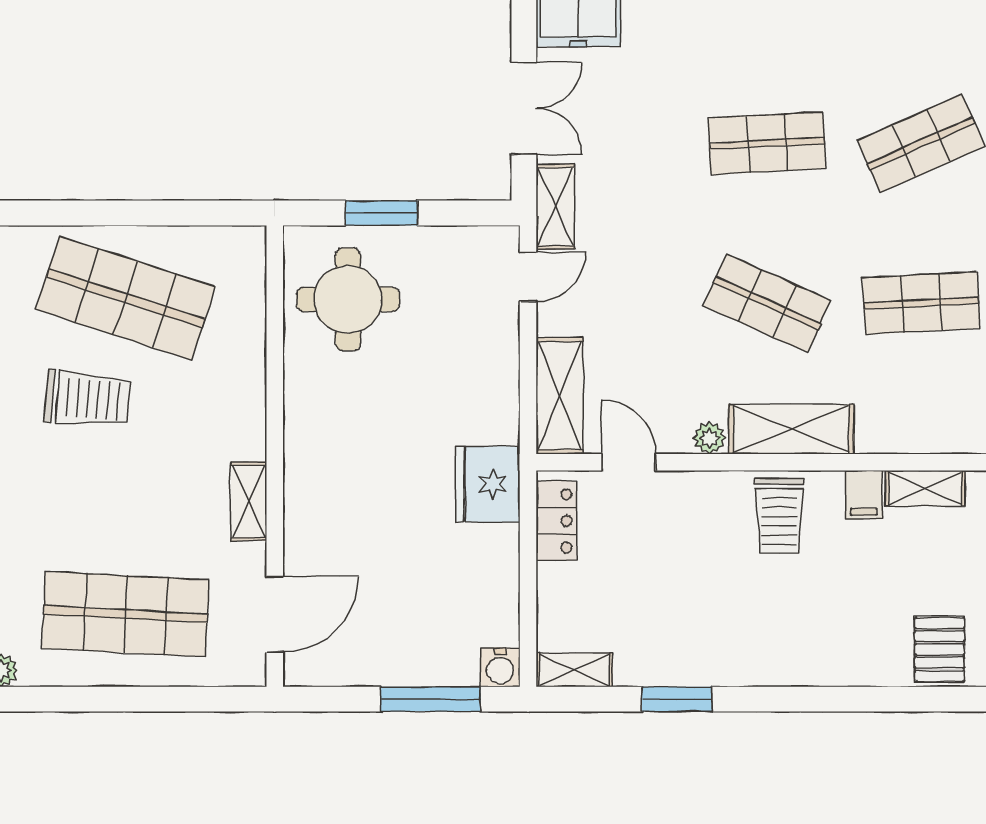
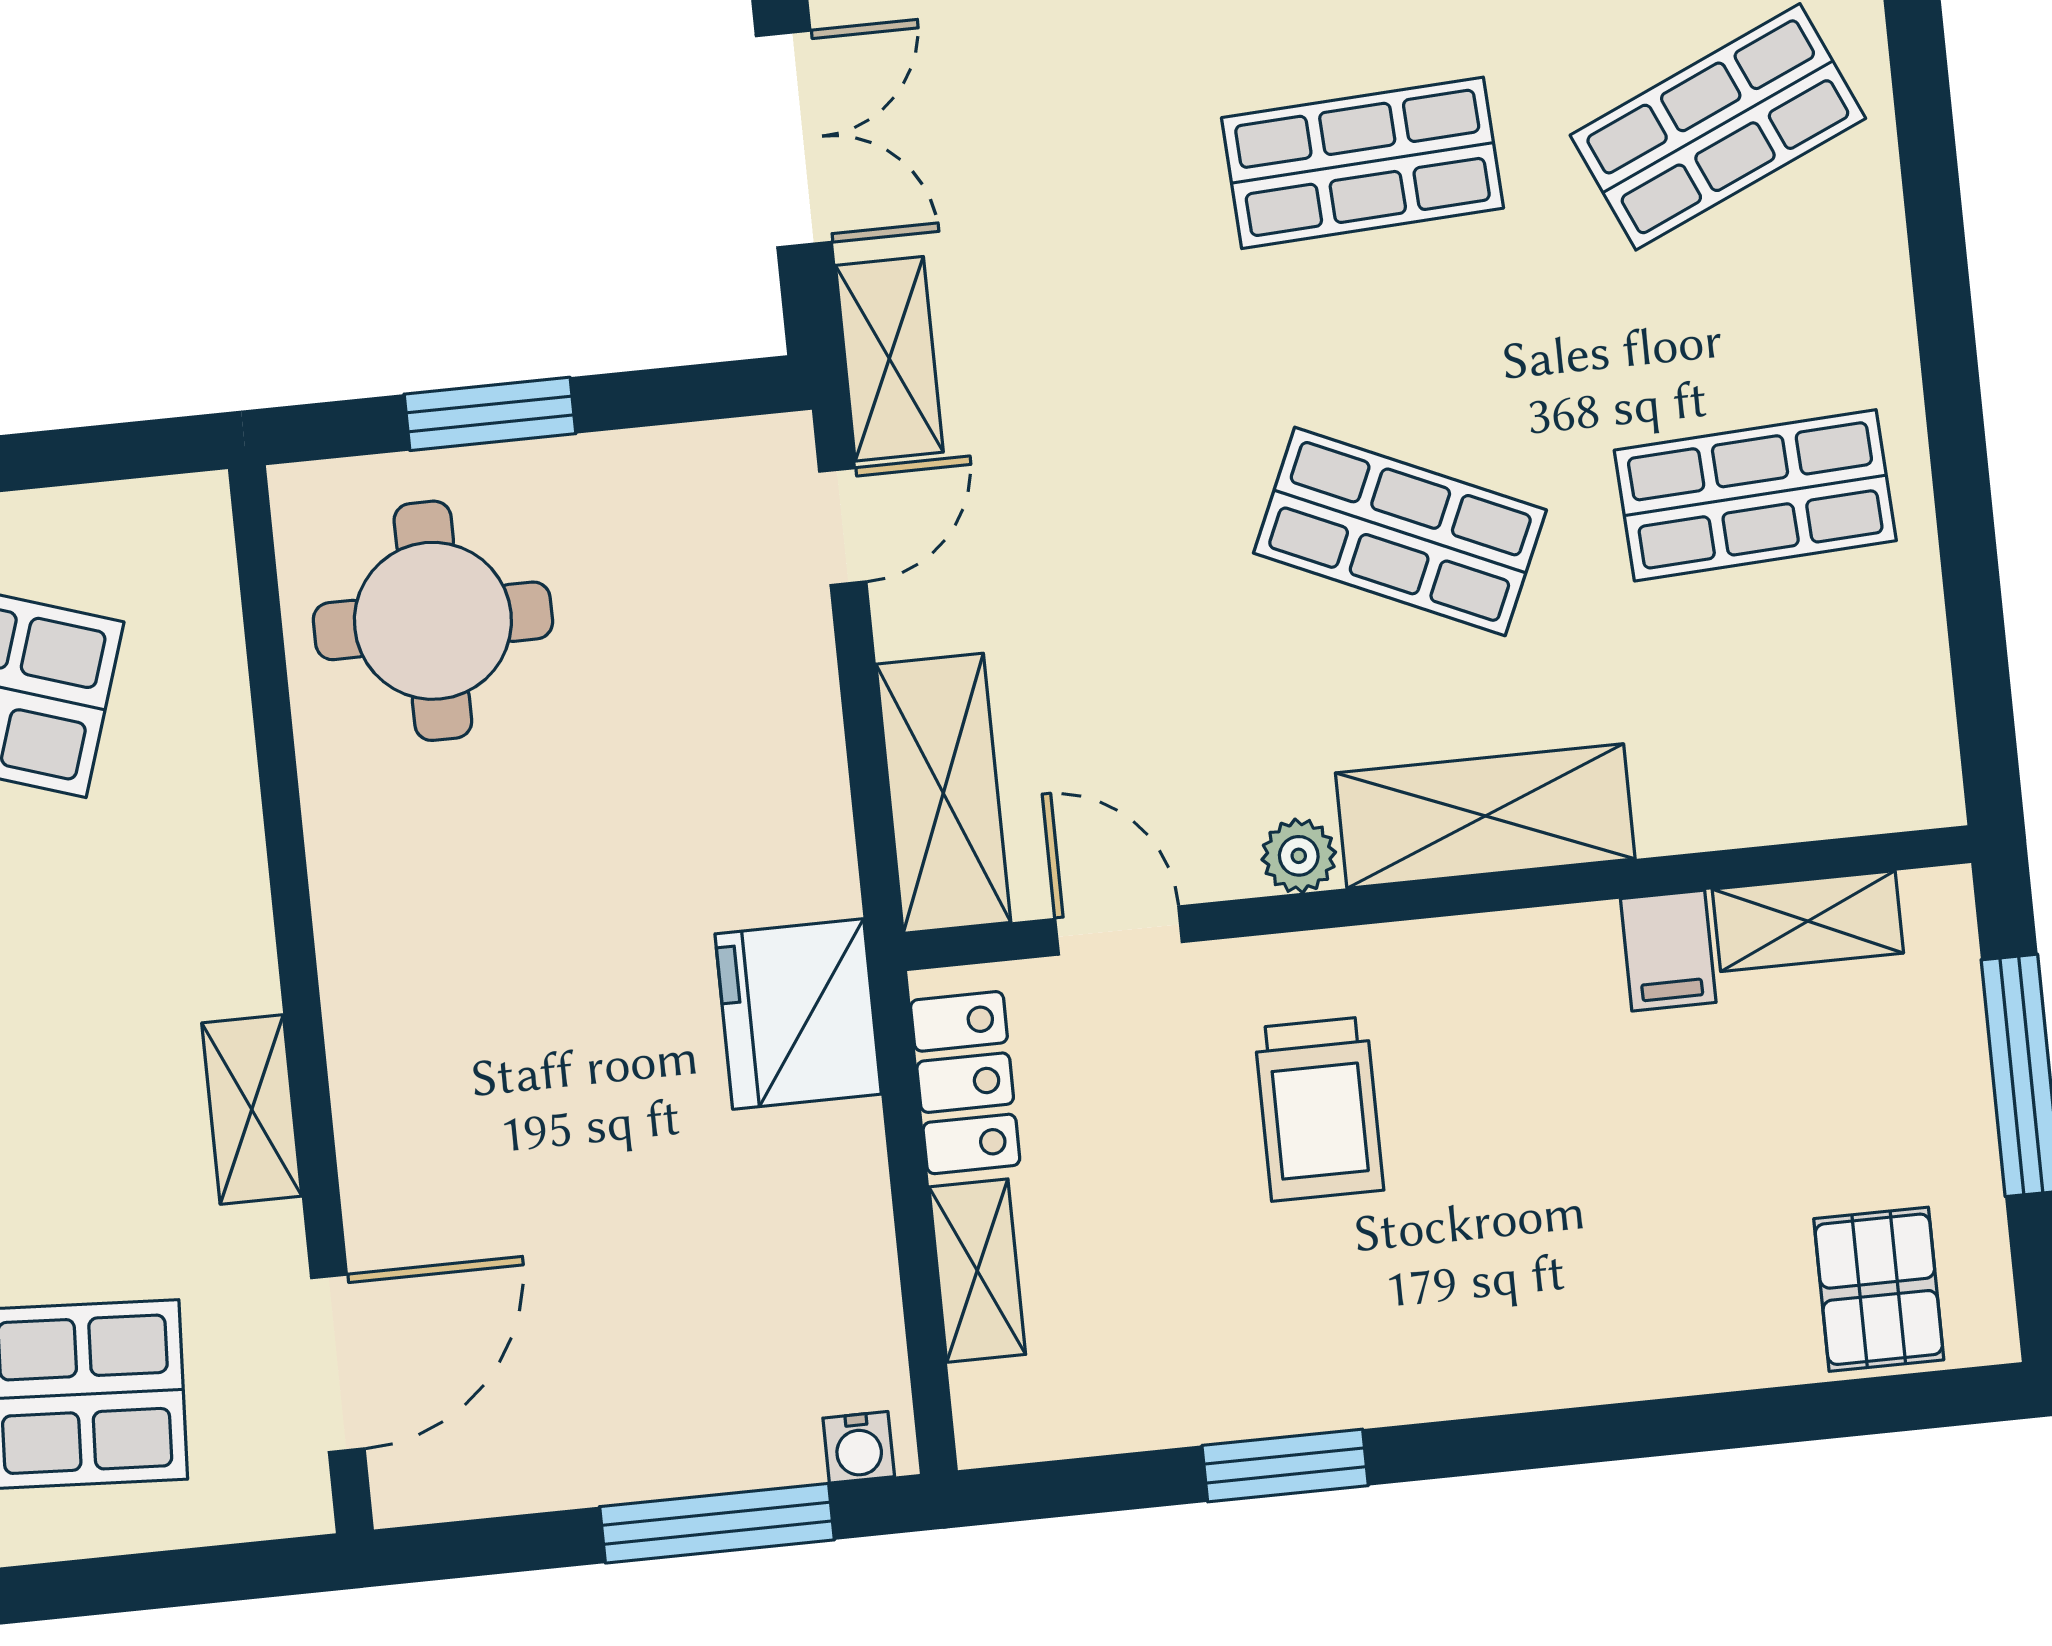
trolley: (779, 516) -> (1319, 1109), moved
water cooler: (500, 667) -> (859, 1447), width x0.72, depth x0.72
shelving: (574, 670) -> (977, 1271), moved, turned 90

